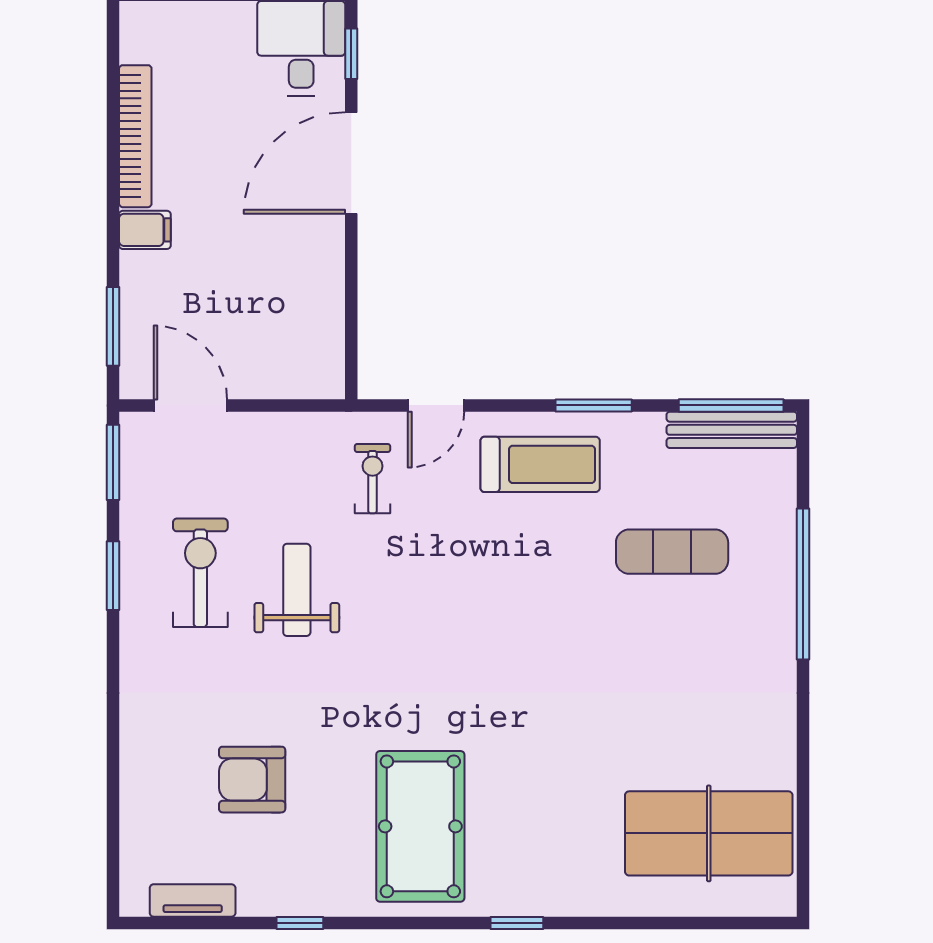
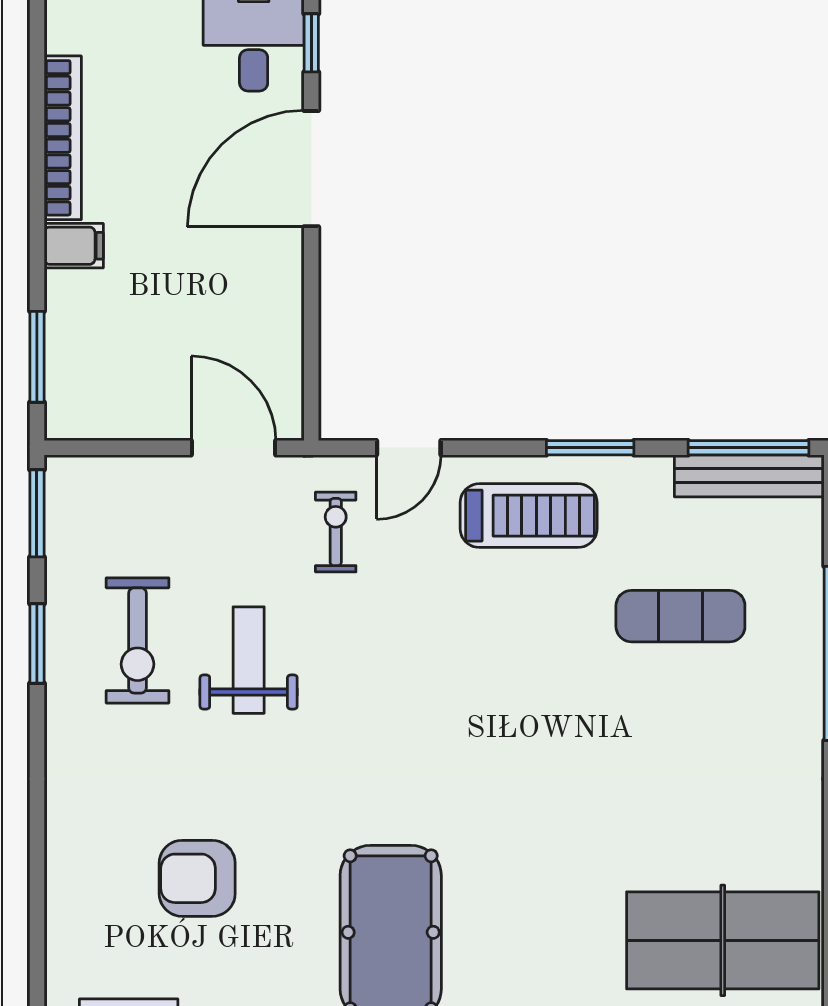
door: (190, 405) -> (233, 448), moved
exercise bike: (200, 573) -> (138, 640), turned 180

